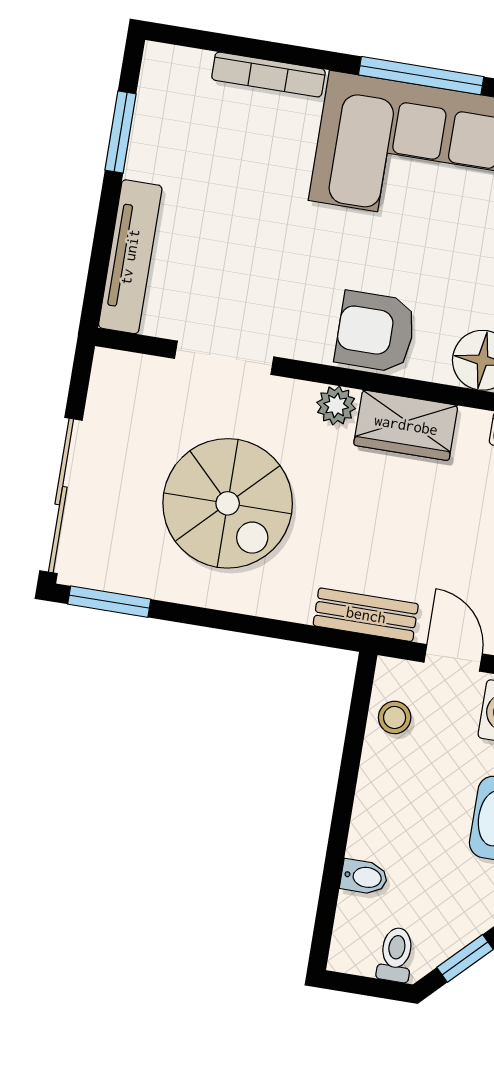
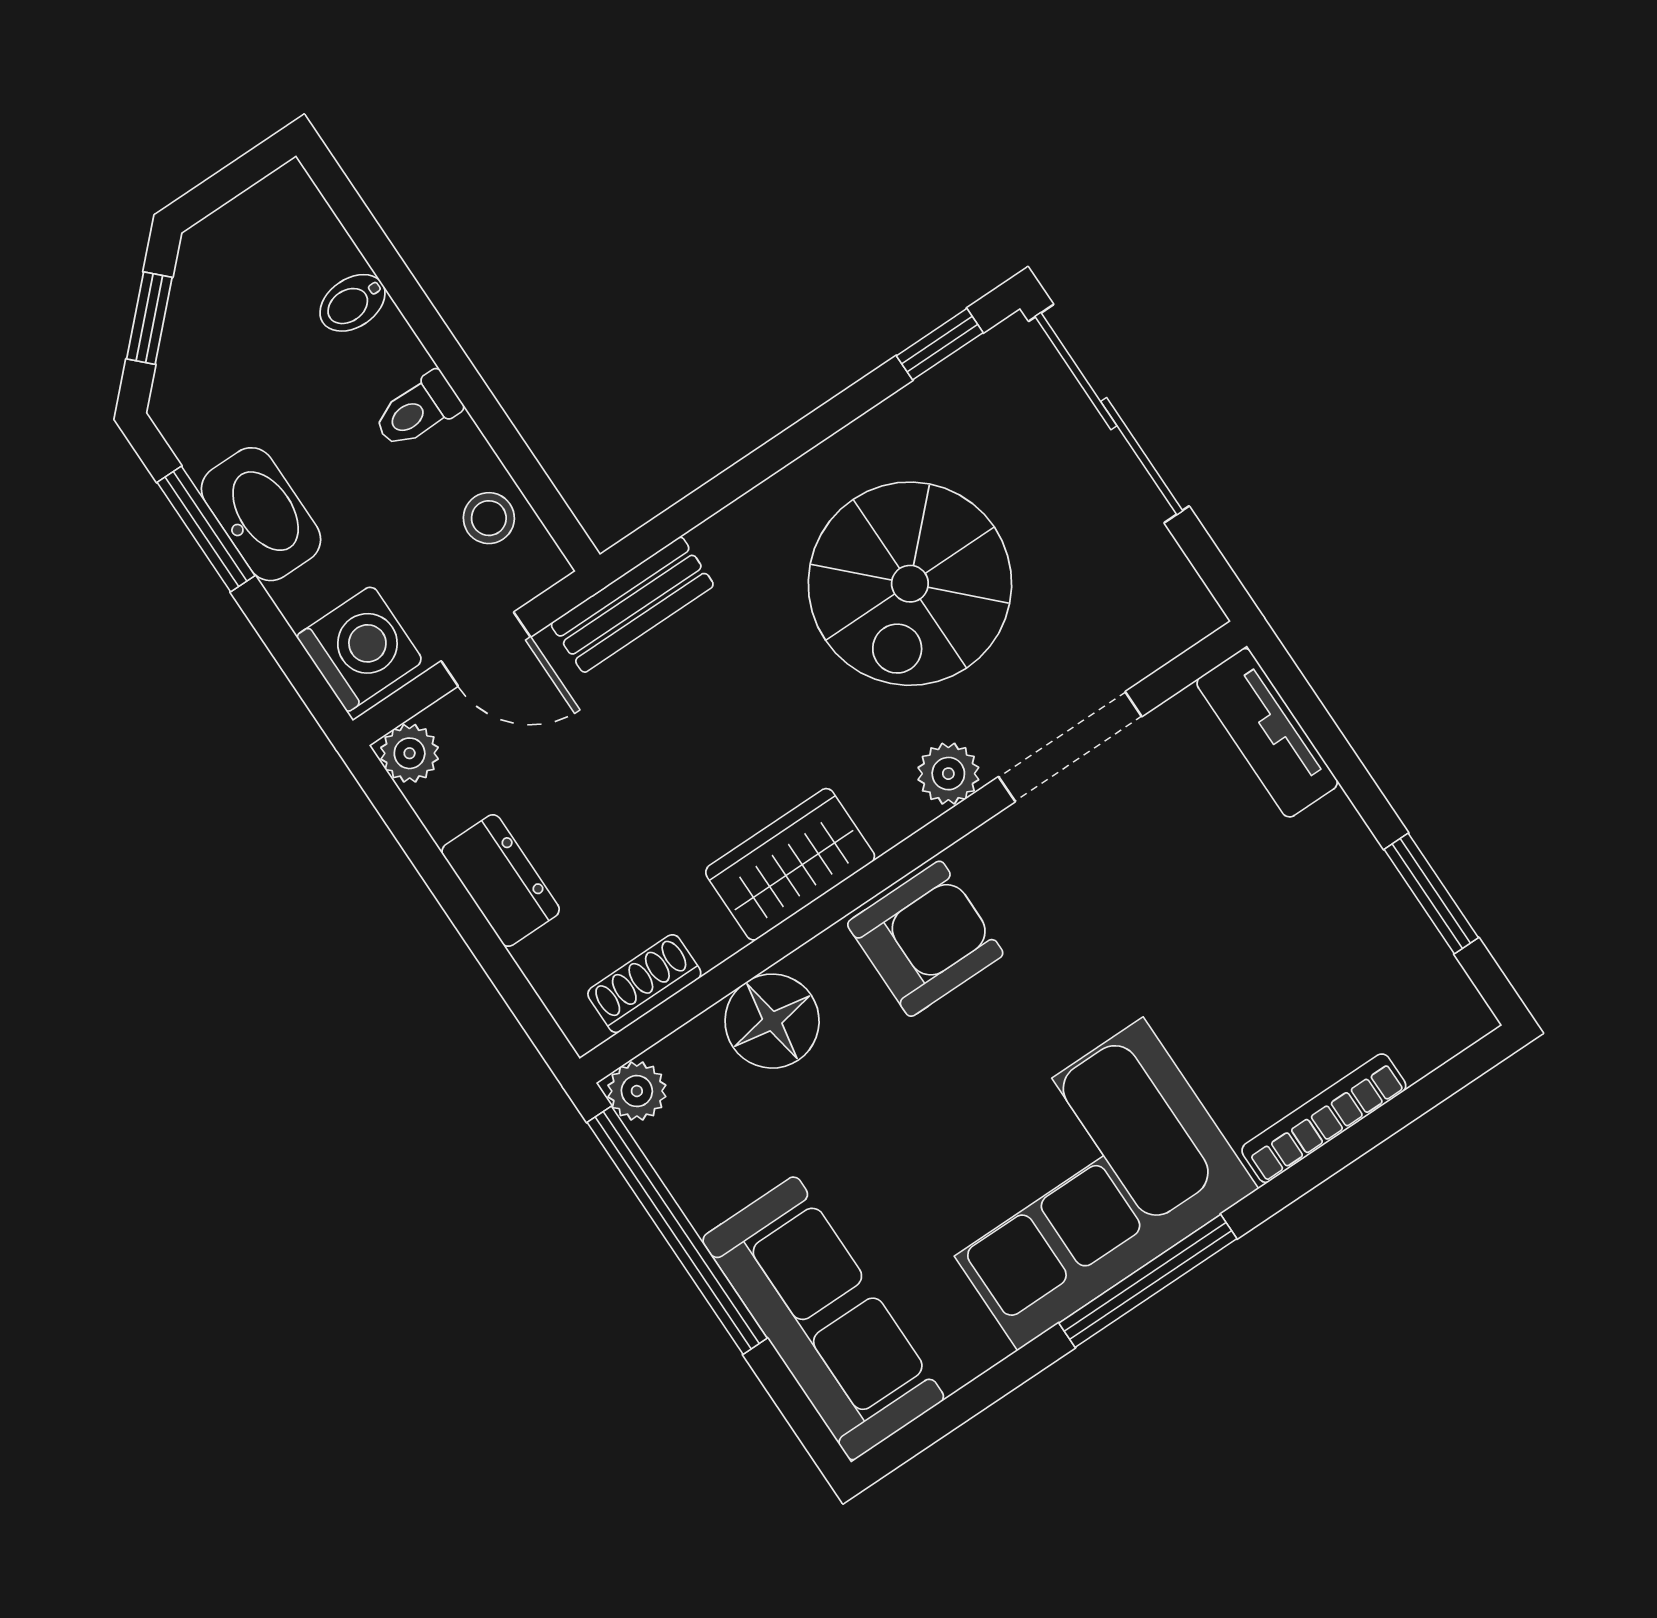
tv unit: (130, 257) -> (1267, 733), width x0.71
plant: (336, 405) -> (948, 774), moved
spiral stairs: (228, 503) -> (910, 584), turned -90
window: (109, 602) -> (940, 344), width x0.67
toilet: (396, 955) -> (417, 411), moved, turned 90

